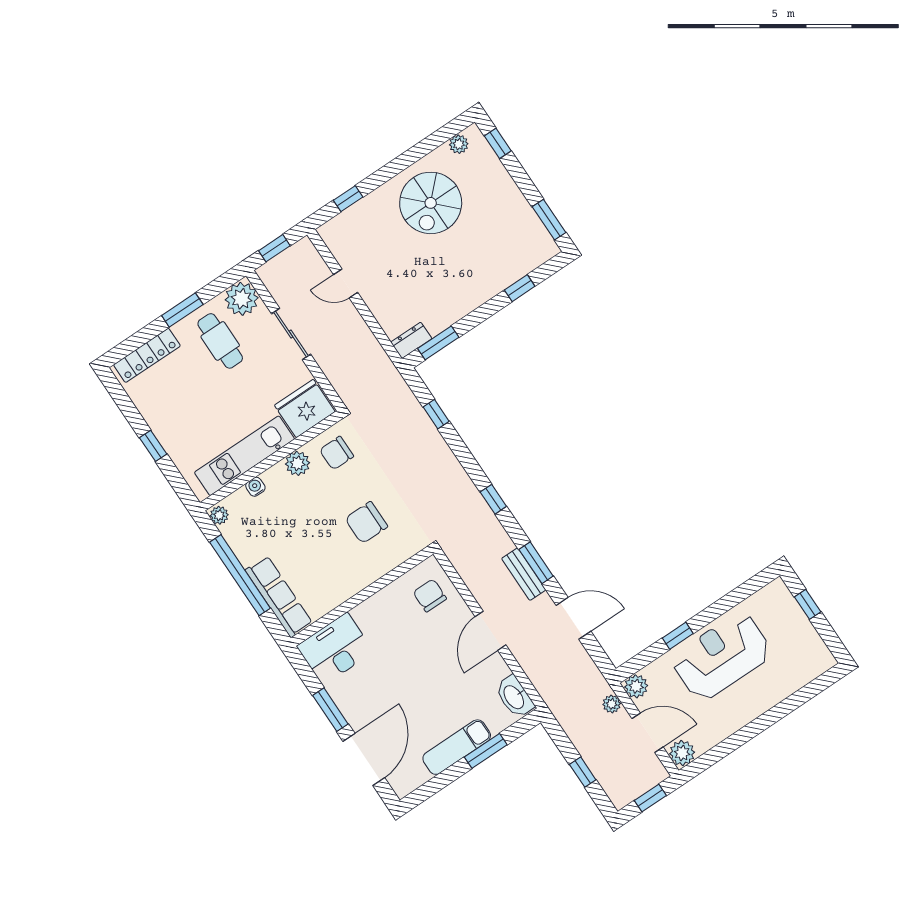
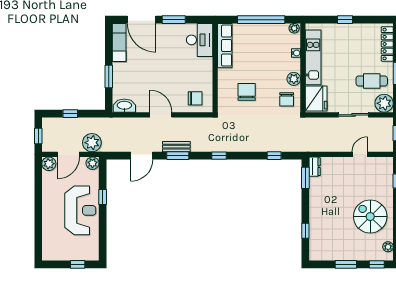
window: (549, 220) -> (346, 264), moved
chair: (337, 453) -> (287, 99), turned 180
row of seats: (279, 597) -> (225, 46), moved, turned -90
plant: (612, 704) -> (92, 143), width x1.88, depth x1.88
exam couch: (457, 747) -> (119, 43), moved

